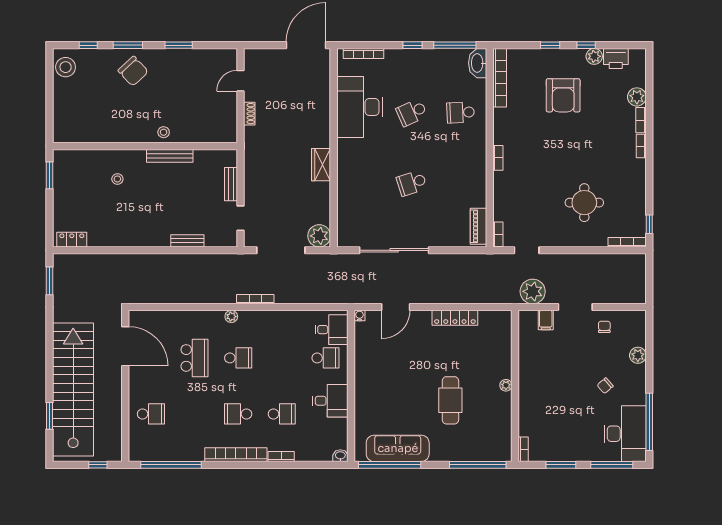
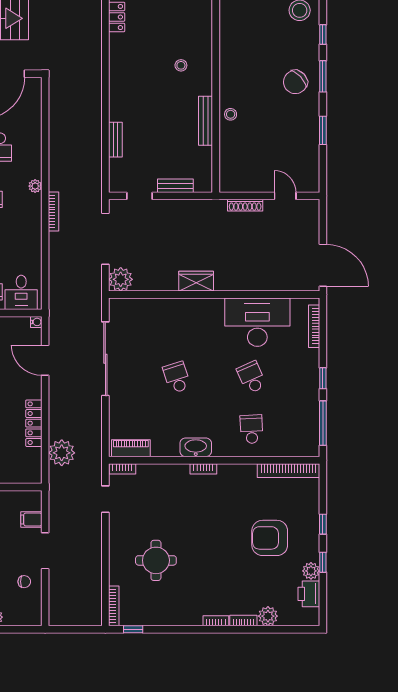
washbasin: (478, 63) -> (196, 447), moved
shoe rack: (249, 114) -> (245, 205), width x1.43
plant: (533, 291) -> (62, 453), moved

